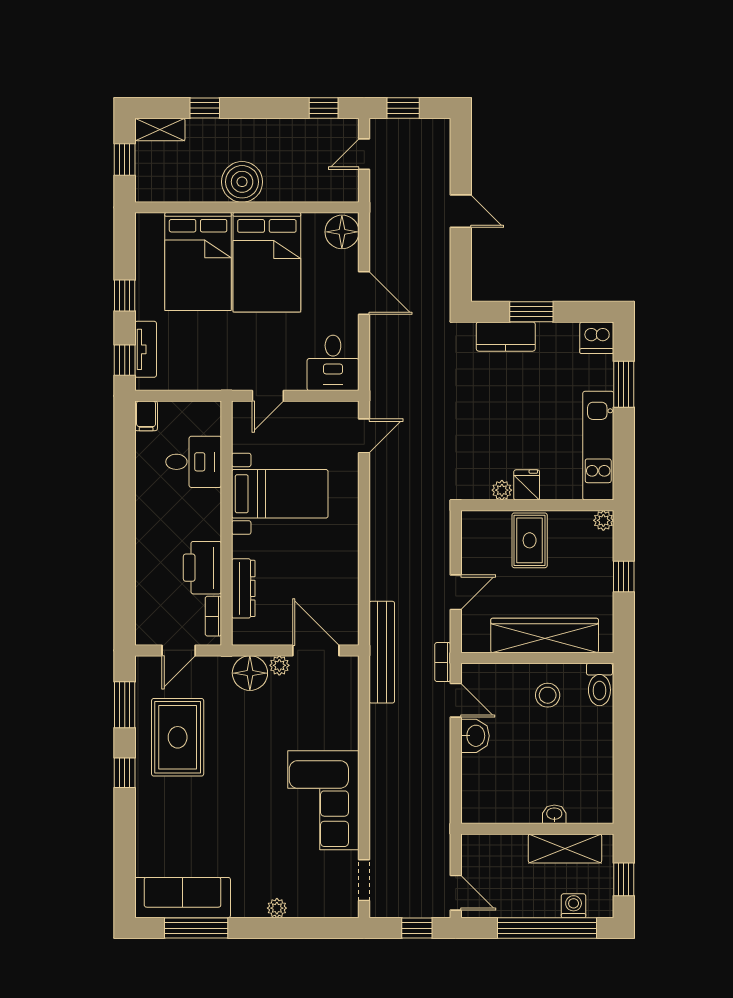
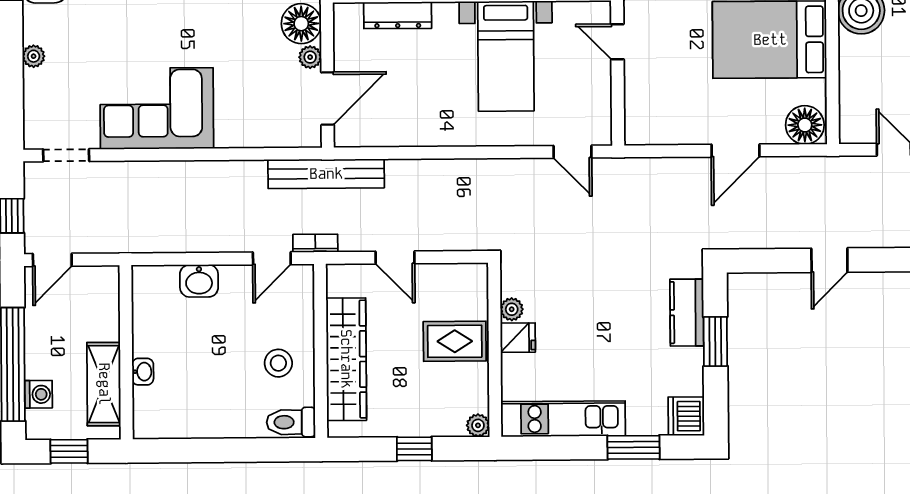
desk: (333, 363) -> (656, 116), removed
washbasin: (475, 736) -> (199, 281), moved

